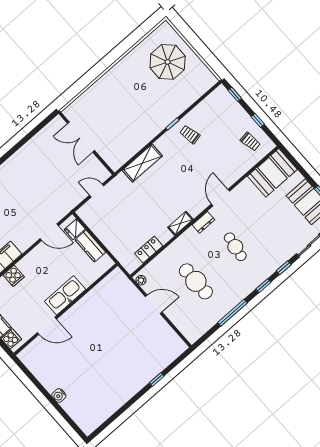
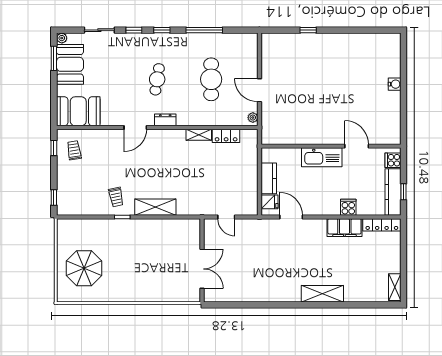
window: (258, 120) -> (54, 148), moved
shelving: (142, 163) -> (155, 207), moved
shelving: (180, 223) -> (199, 135), moved

